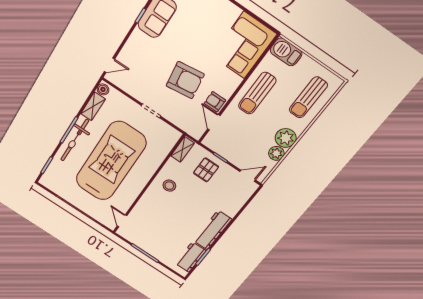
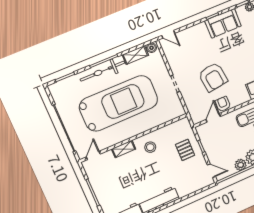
shelving: (183, 149) -> (124, 149), moved
pallet: (206, 170) -> (185, 150), turned 90

